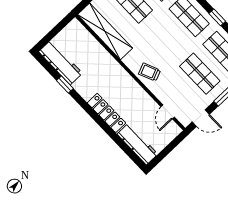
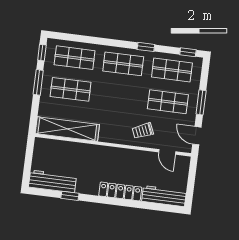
trolley: (150, 72) -> (143, 131), moved
door: (201, 118) -> (197, 136), swing flipped

